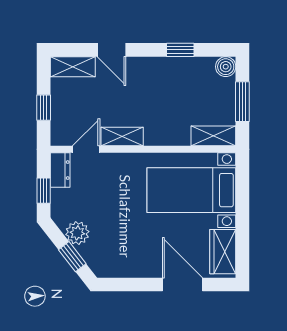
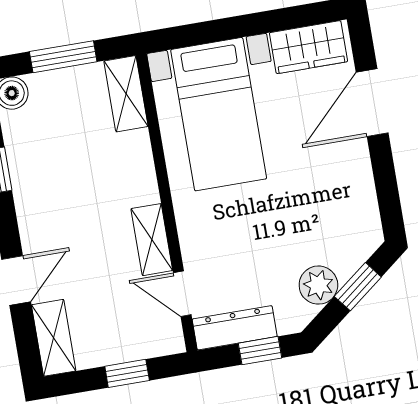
dresser: (60, 170) -> (235, 328), width x1.44

